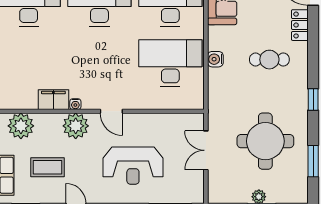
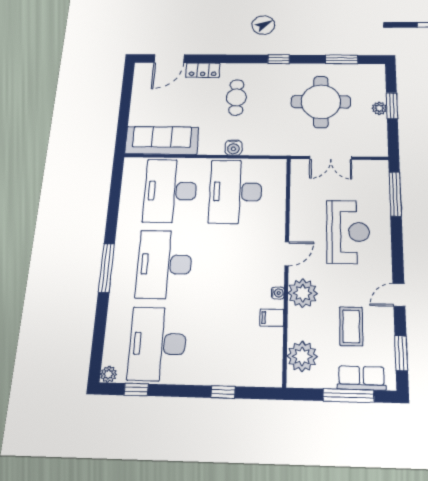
filing cabinet: (53, 100) -> (272, 318), width x0.50

